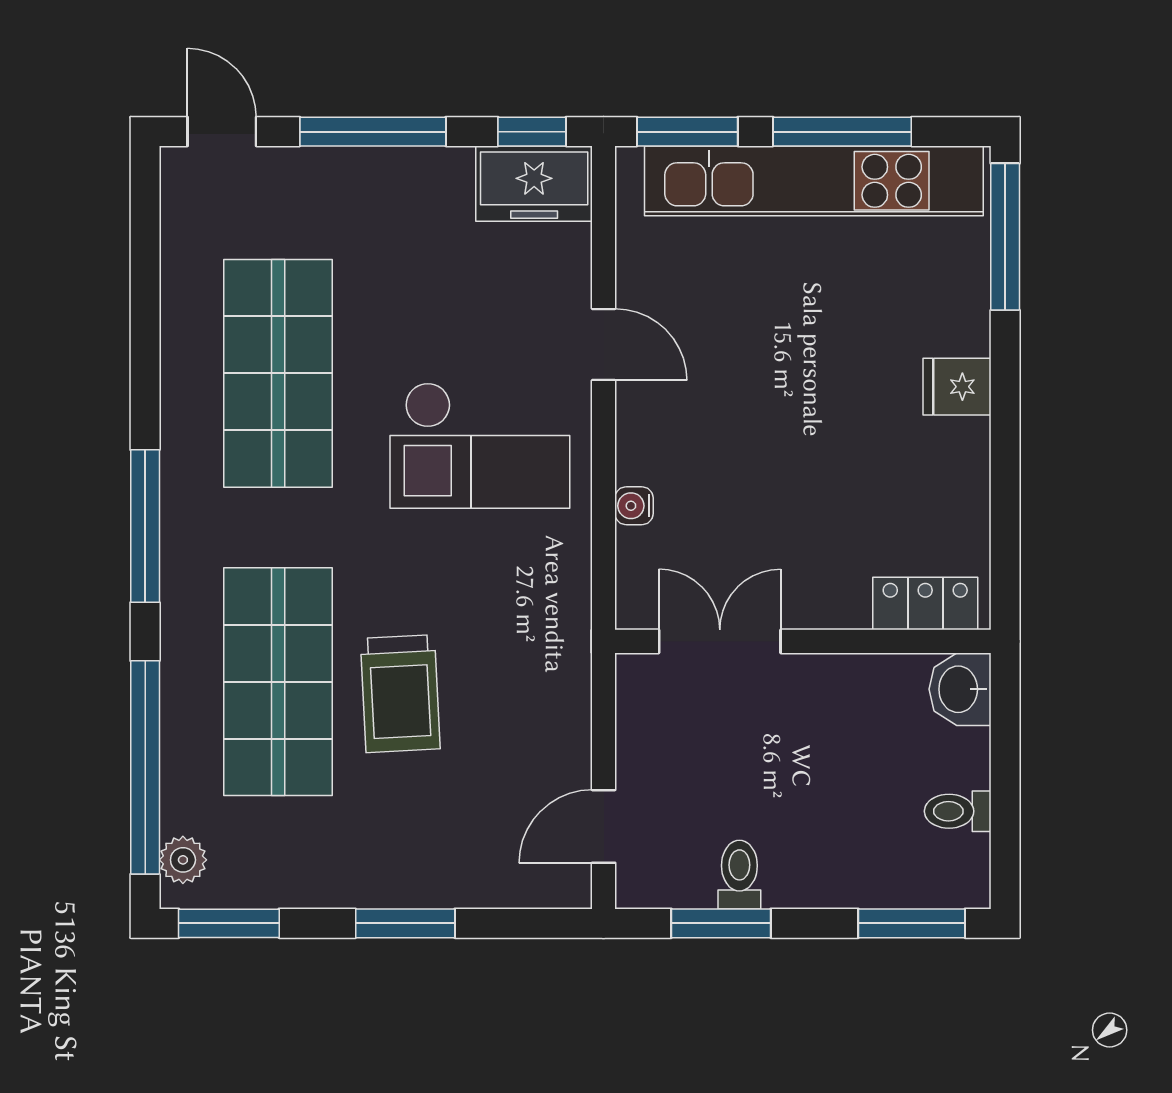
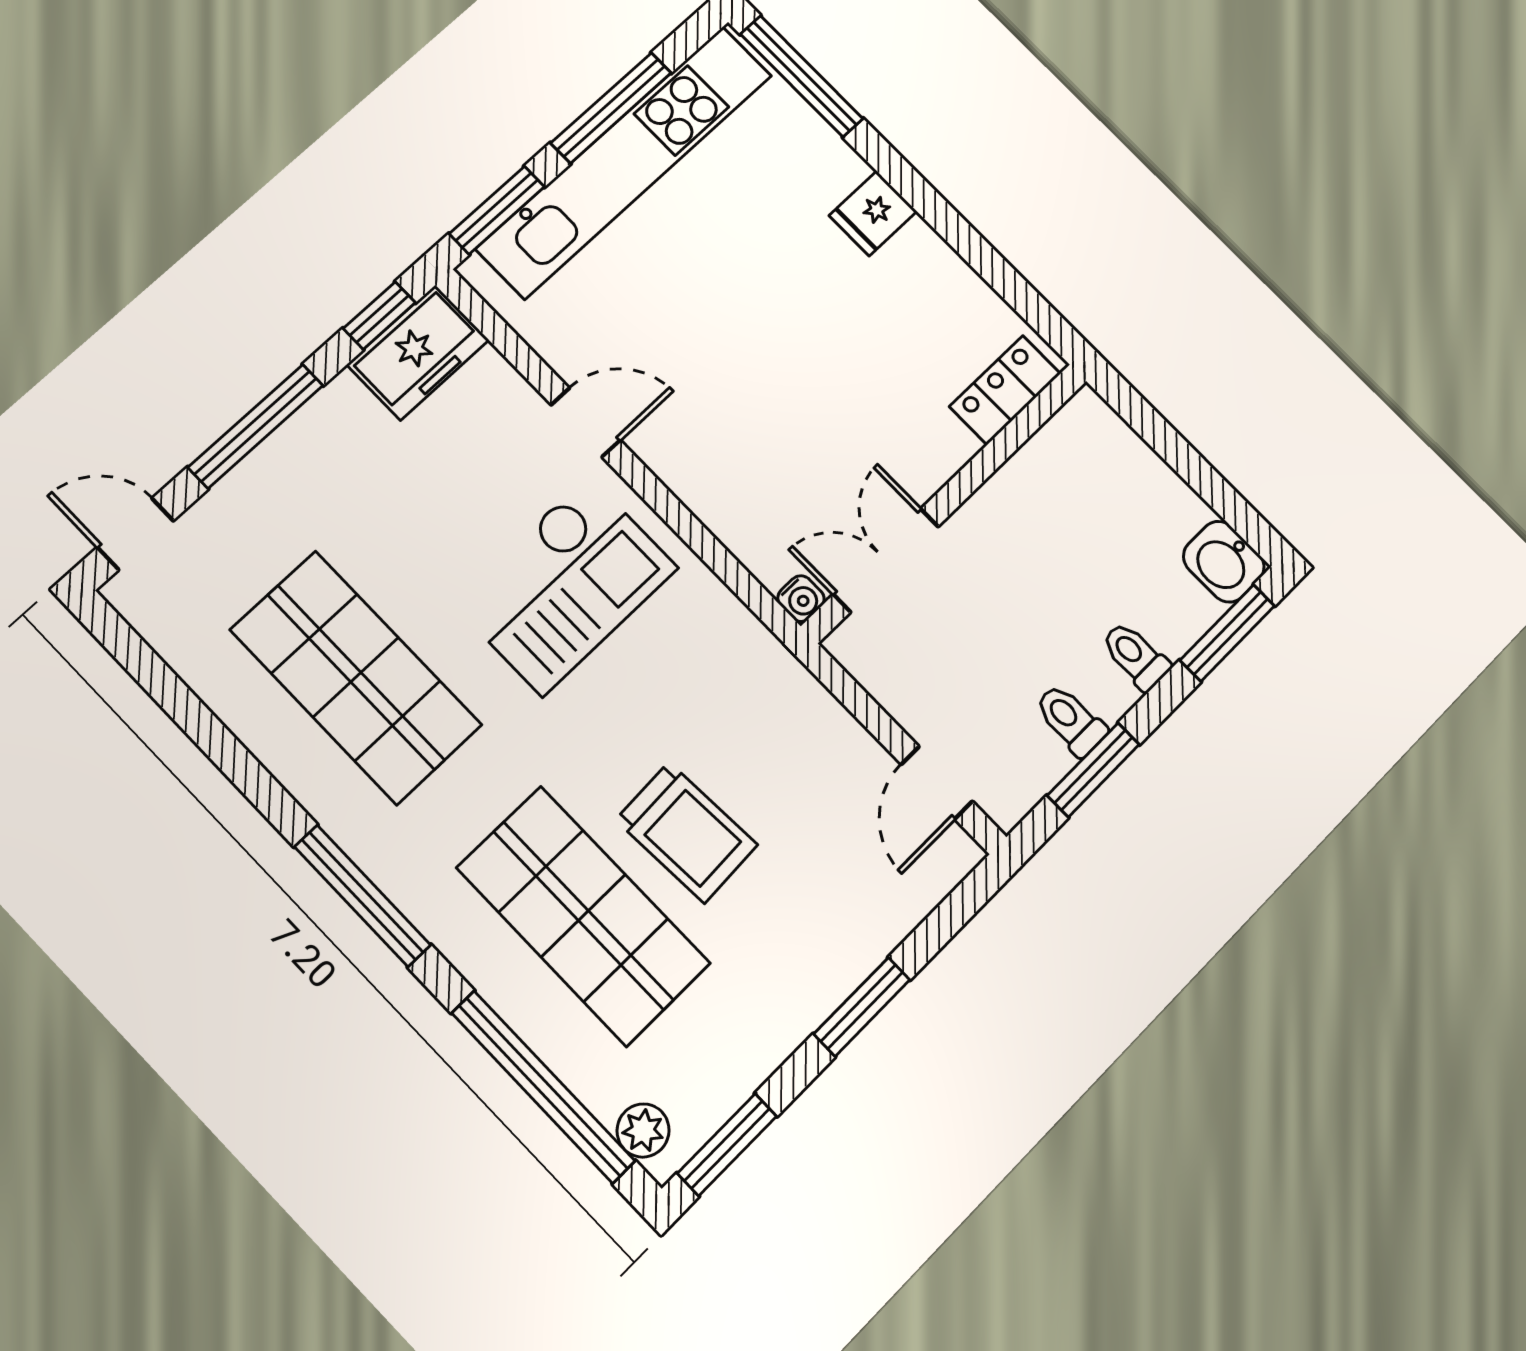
water cooler: (634, 506) -> (801, 599), moved, turned -90
washbasin: (960, 689) -> (1224, 562), moved
toilet: (958, 811) -> (1136, 656), moved, turned 90

